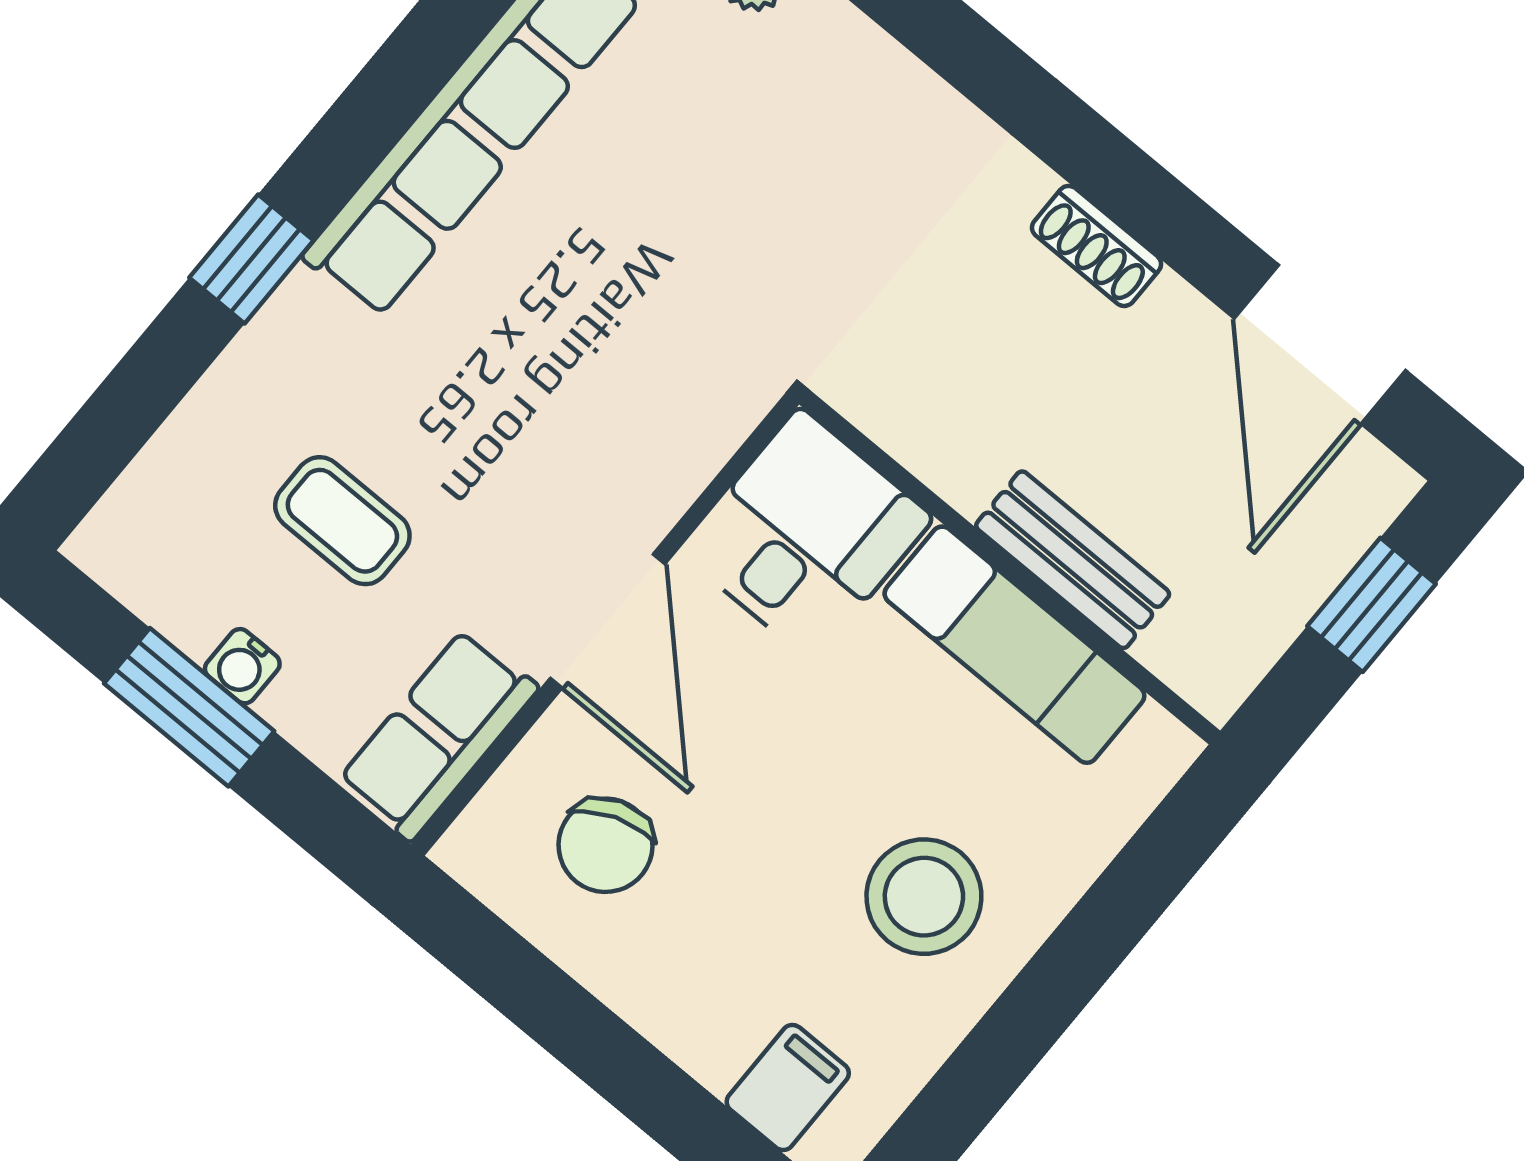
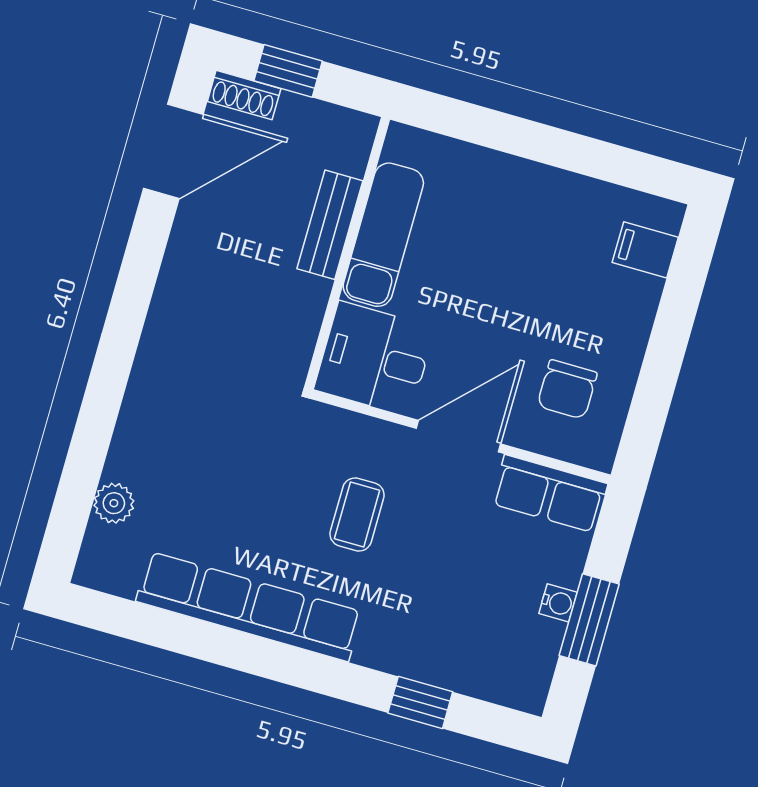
shoe rack: (1097, 246) -> (244, 95), moved, turned 90
window: (251, 259) -> (420, 702), moved
coffee table: (342, 521) -> (357, 514), moved
chair: (606, 845) -> (567, 389), turned 110
stool: (924, 897) -> (524, 225), removed

